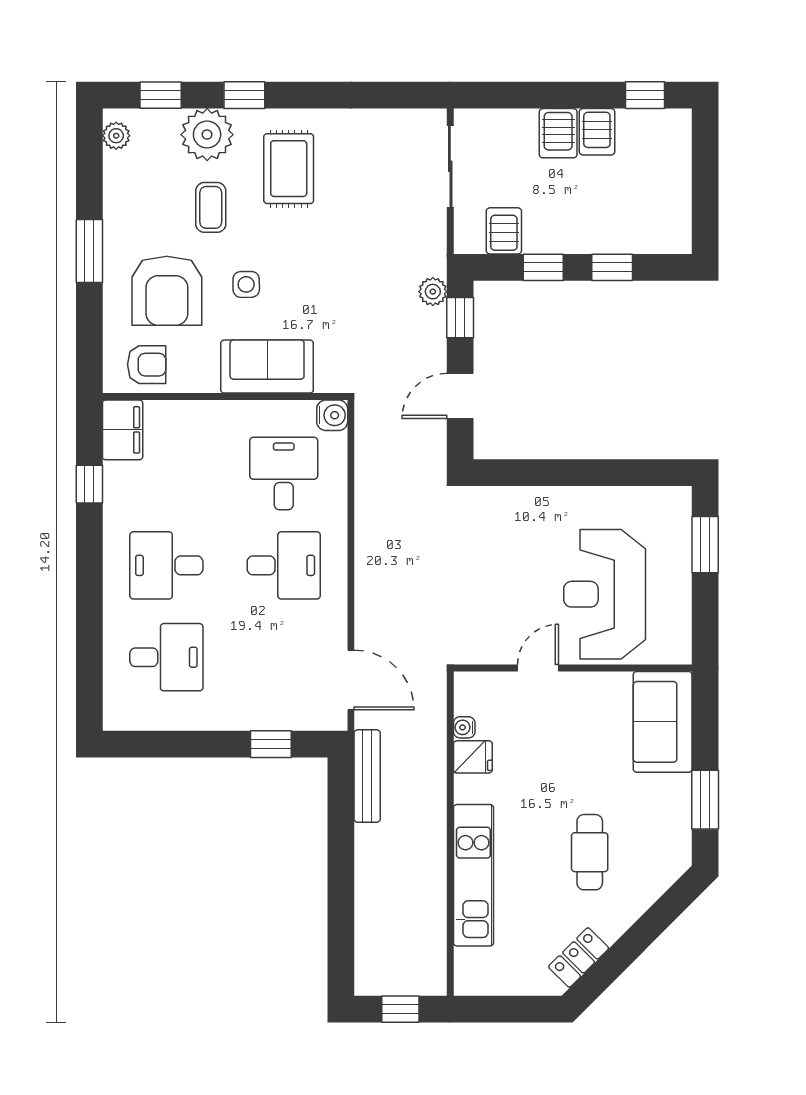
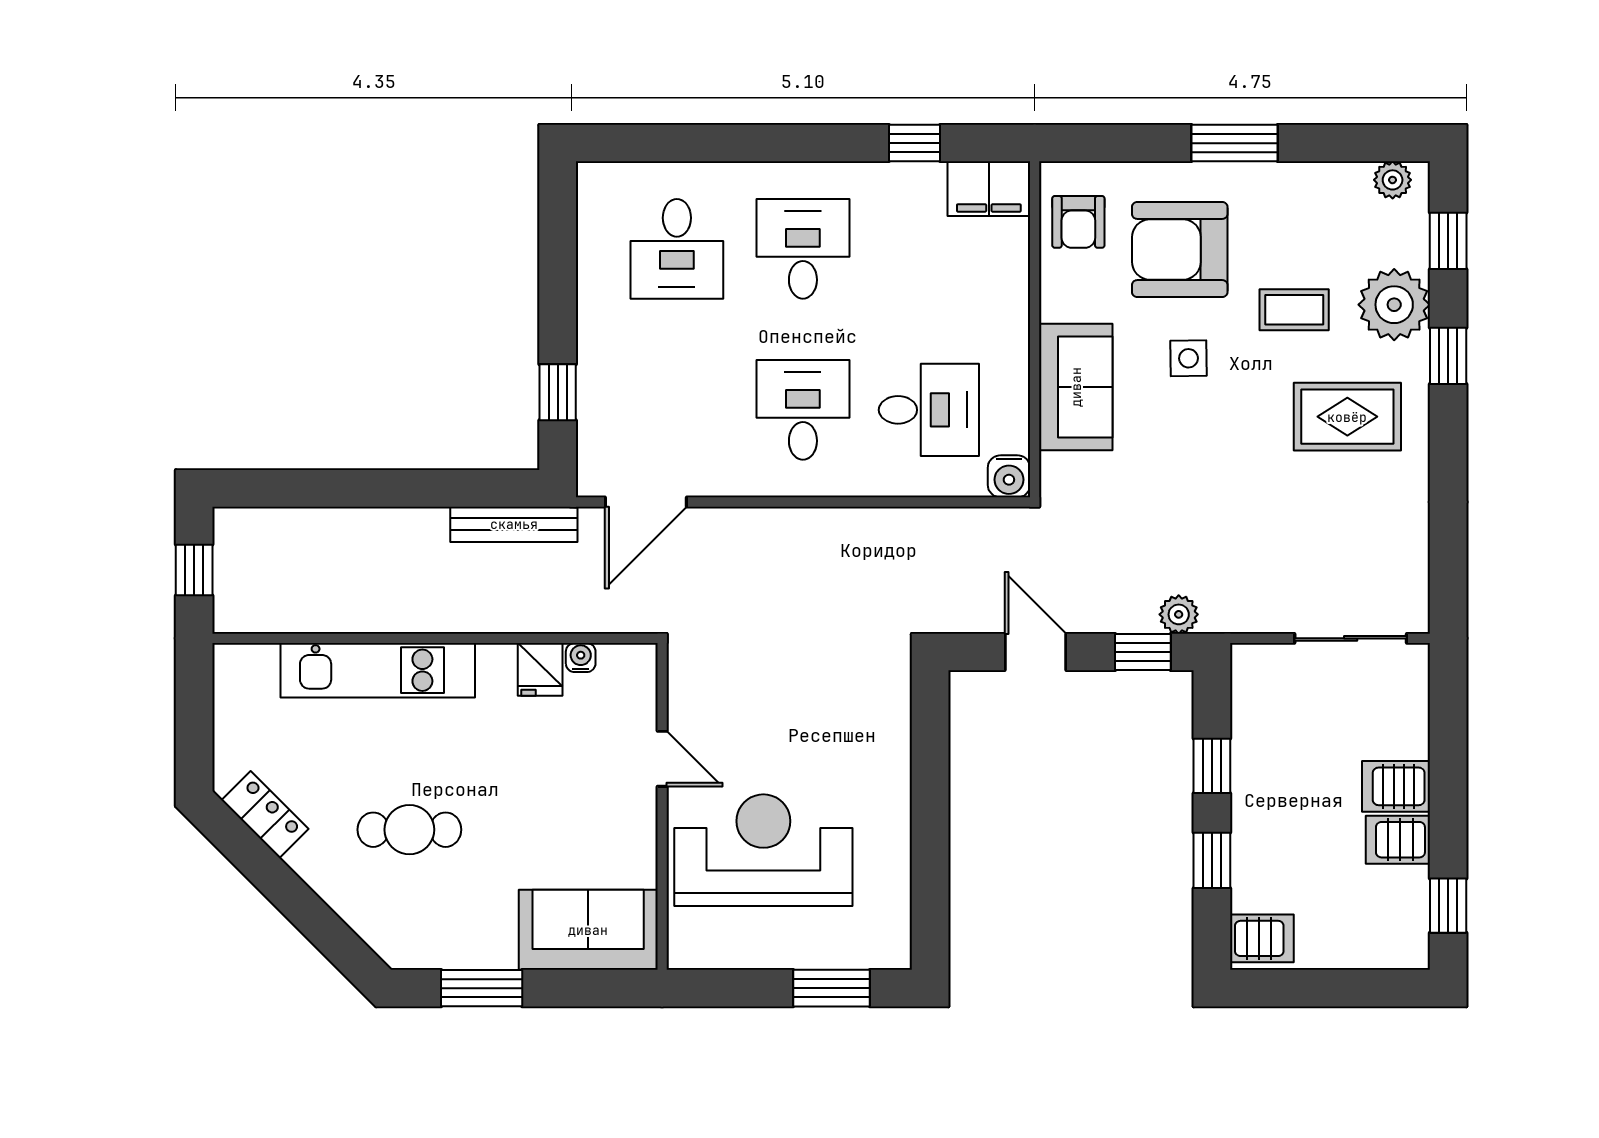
server rack: (504, 231) -> (1262, 938), moved
desk: (284, 565) -> (803, 410), turned 180

